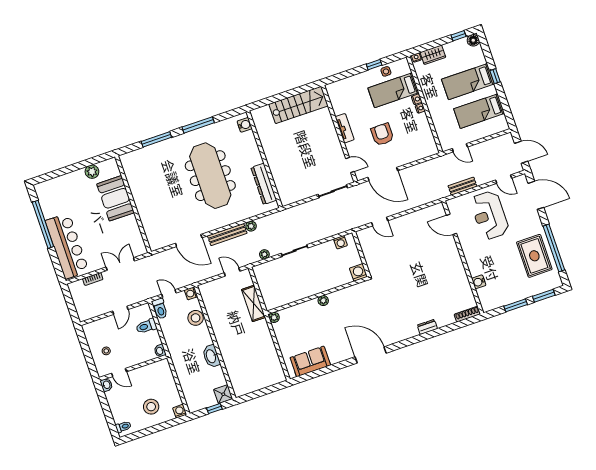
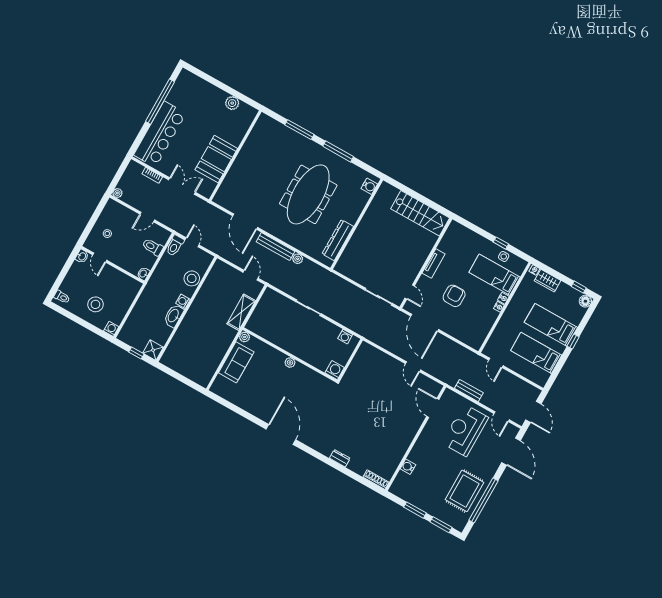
booth: (115, 198) -> (216, 159), moved
door: (380, 222) -> (413, 367), moved
plant: (264, 254) -> (117, 193), moved
washing machine: (191, 293) -> (183, 301), moved
sofa: (310, 361) -> (236, 362), moved, turned 90

